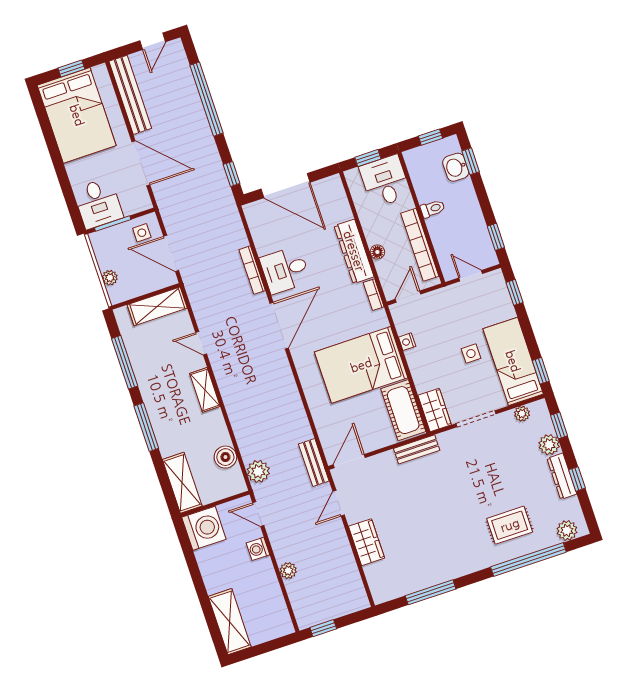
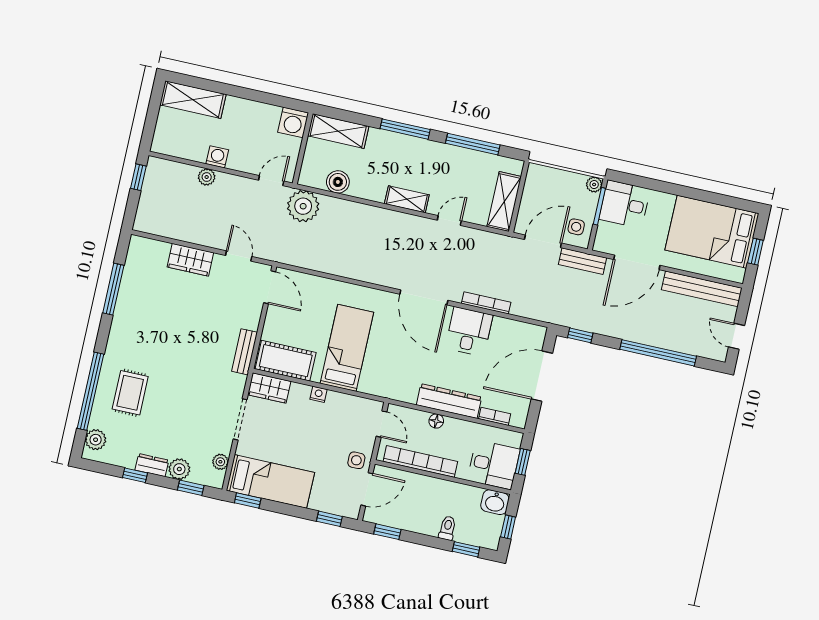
washbasin: (456, 167) -> (495, 502), moved, turned 180
toilet: (433, 209) -> (447, 528), moved, turned 180
door: (471, 276) -> (367, 489), width x1.38
plant: (110, 278) -> (594, 185), moved
bookcase: (374, 295) -> (495, 416), moved
nightstand: (407, 342) -> (318, 394), moved
side table: (471, 354) -> (356, 460), moved
bed: (361, 365) -> (347, 348), width x0.67
bench: (314, 462) -> (582, 261), moved
plant: (258, 471) -> (303, 206), width x1.36, depth x1.36
dresser: (562, 476) -> (152, 465), width x0.70
washing machine: (204, 528) -> (293, 122), width x0.73, depth x0.73
washing machine: (258, 549) -> (217, 157), moved

